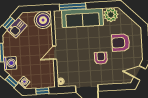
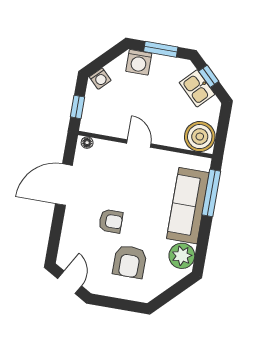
armchair: (121, 43) -> (130, 262), turned 180
window: (12, 81) -> (107, 58), removed

